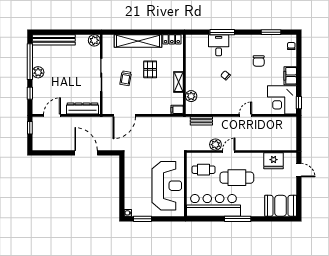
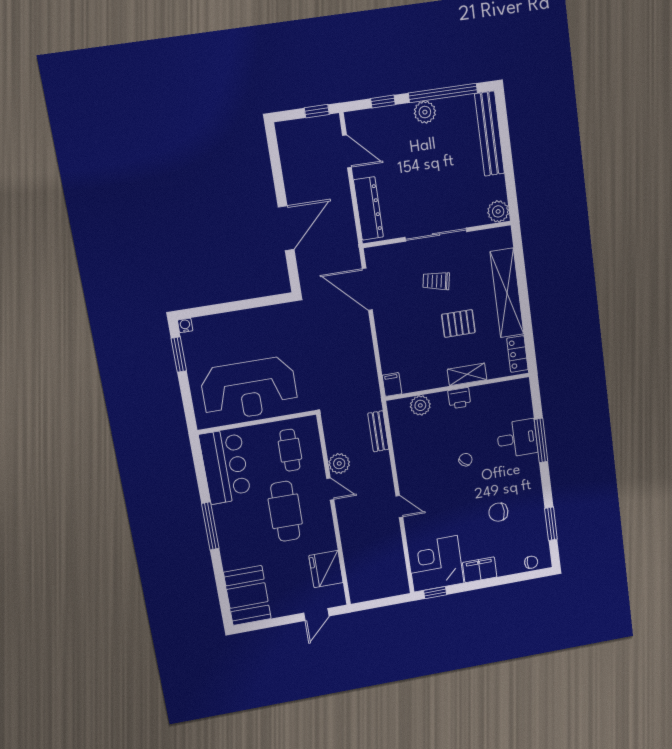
printer: (191, 74) -> (459, 398), added
shelving: (178, 82) -> (467, 374), moved
bar counter: (213, 205) -> (225, 466), width x0.73

